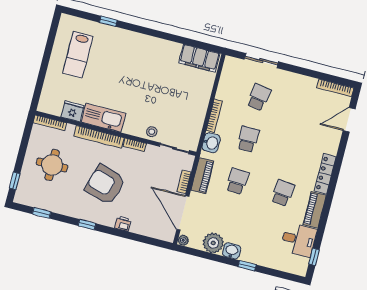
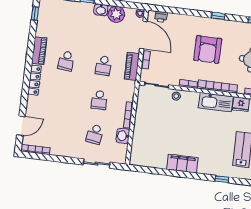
filing cabinet: (199, 58) -> (182, 164), moved
washbasin: (211, 143) -> (123, 136), moved
armchair: (105, 185) -> (208, 50), turned 73
printer: (123, 224) -> (161, 17), moved
desk: (299, 240) -> (49, 25), removed

